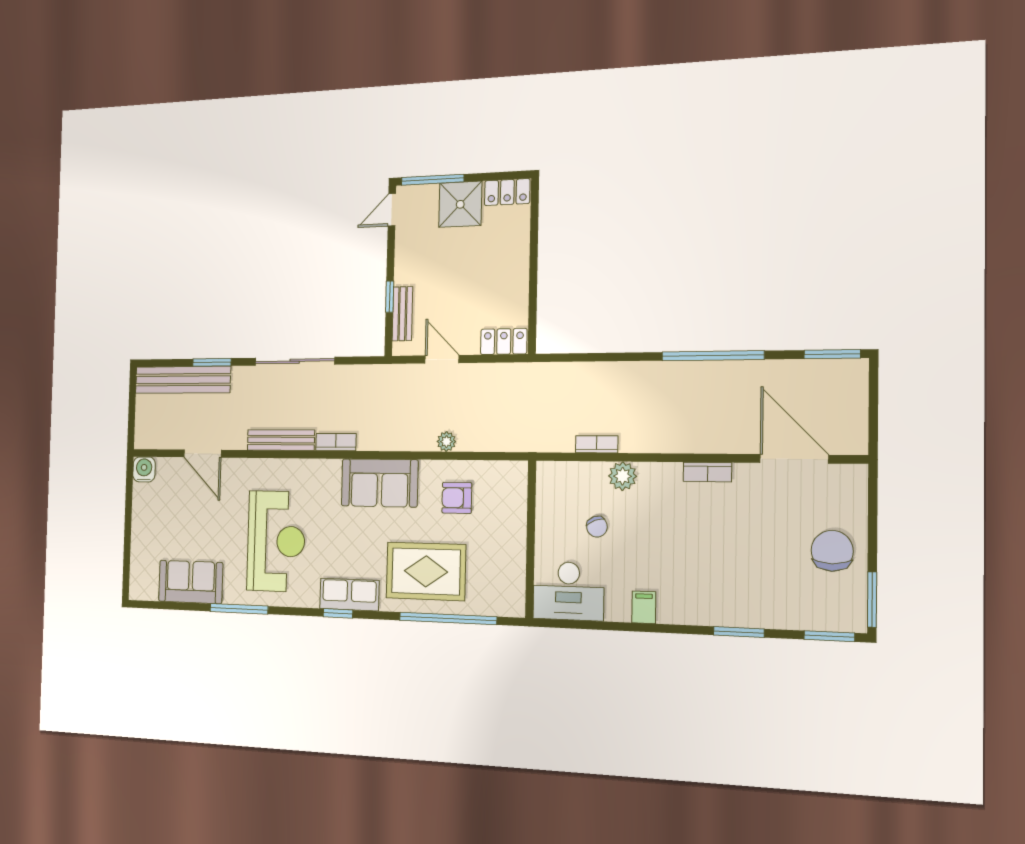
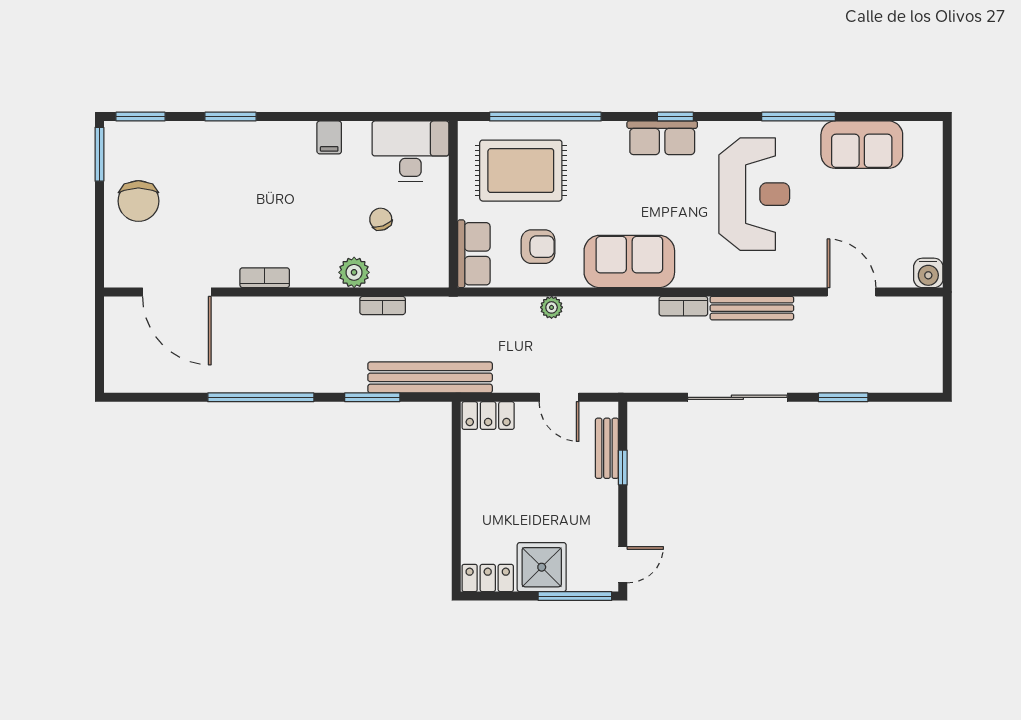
window: (832, 354) -> (372, 397), moved
bench: (183, 380) -> (430, 377), moved
row of seats: (513, 492) -> (474, 254), added
reception desk: (276, 541) -> (754, 194), turned 180
rug: (426, 571) -> (521, 171), moved

